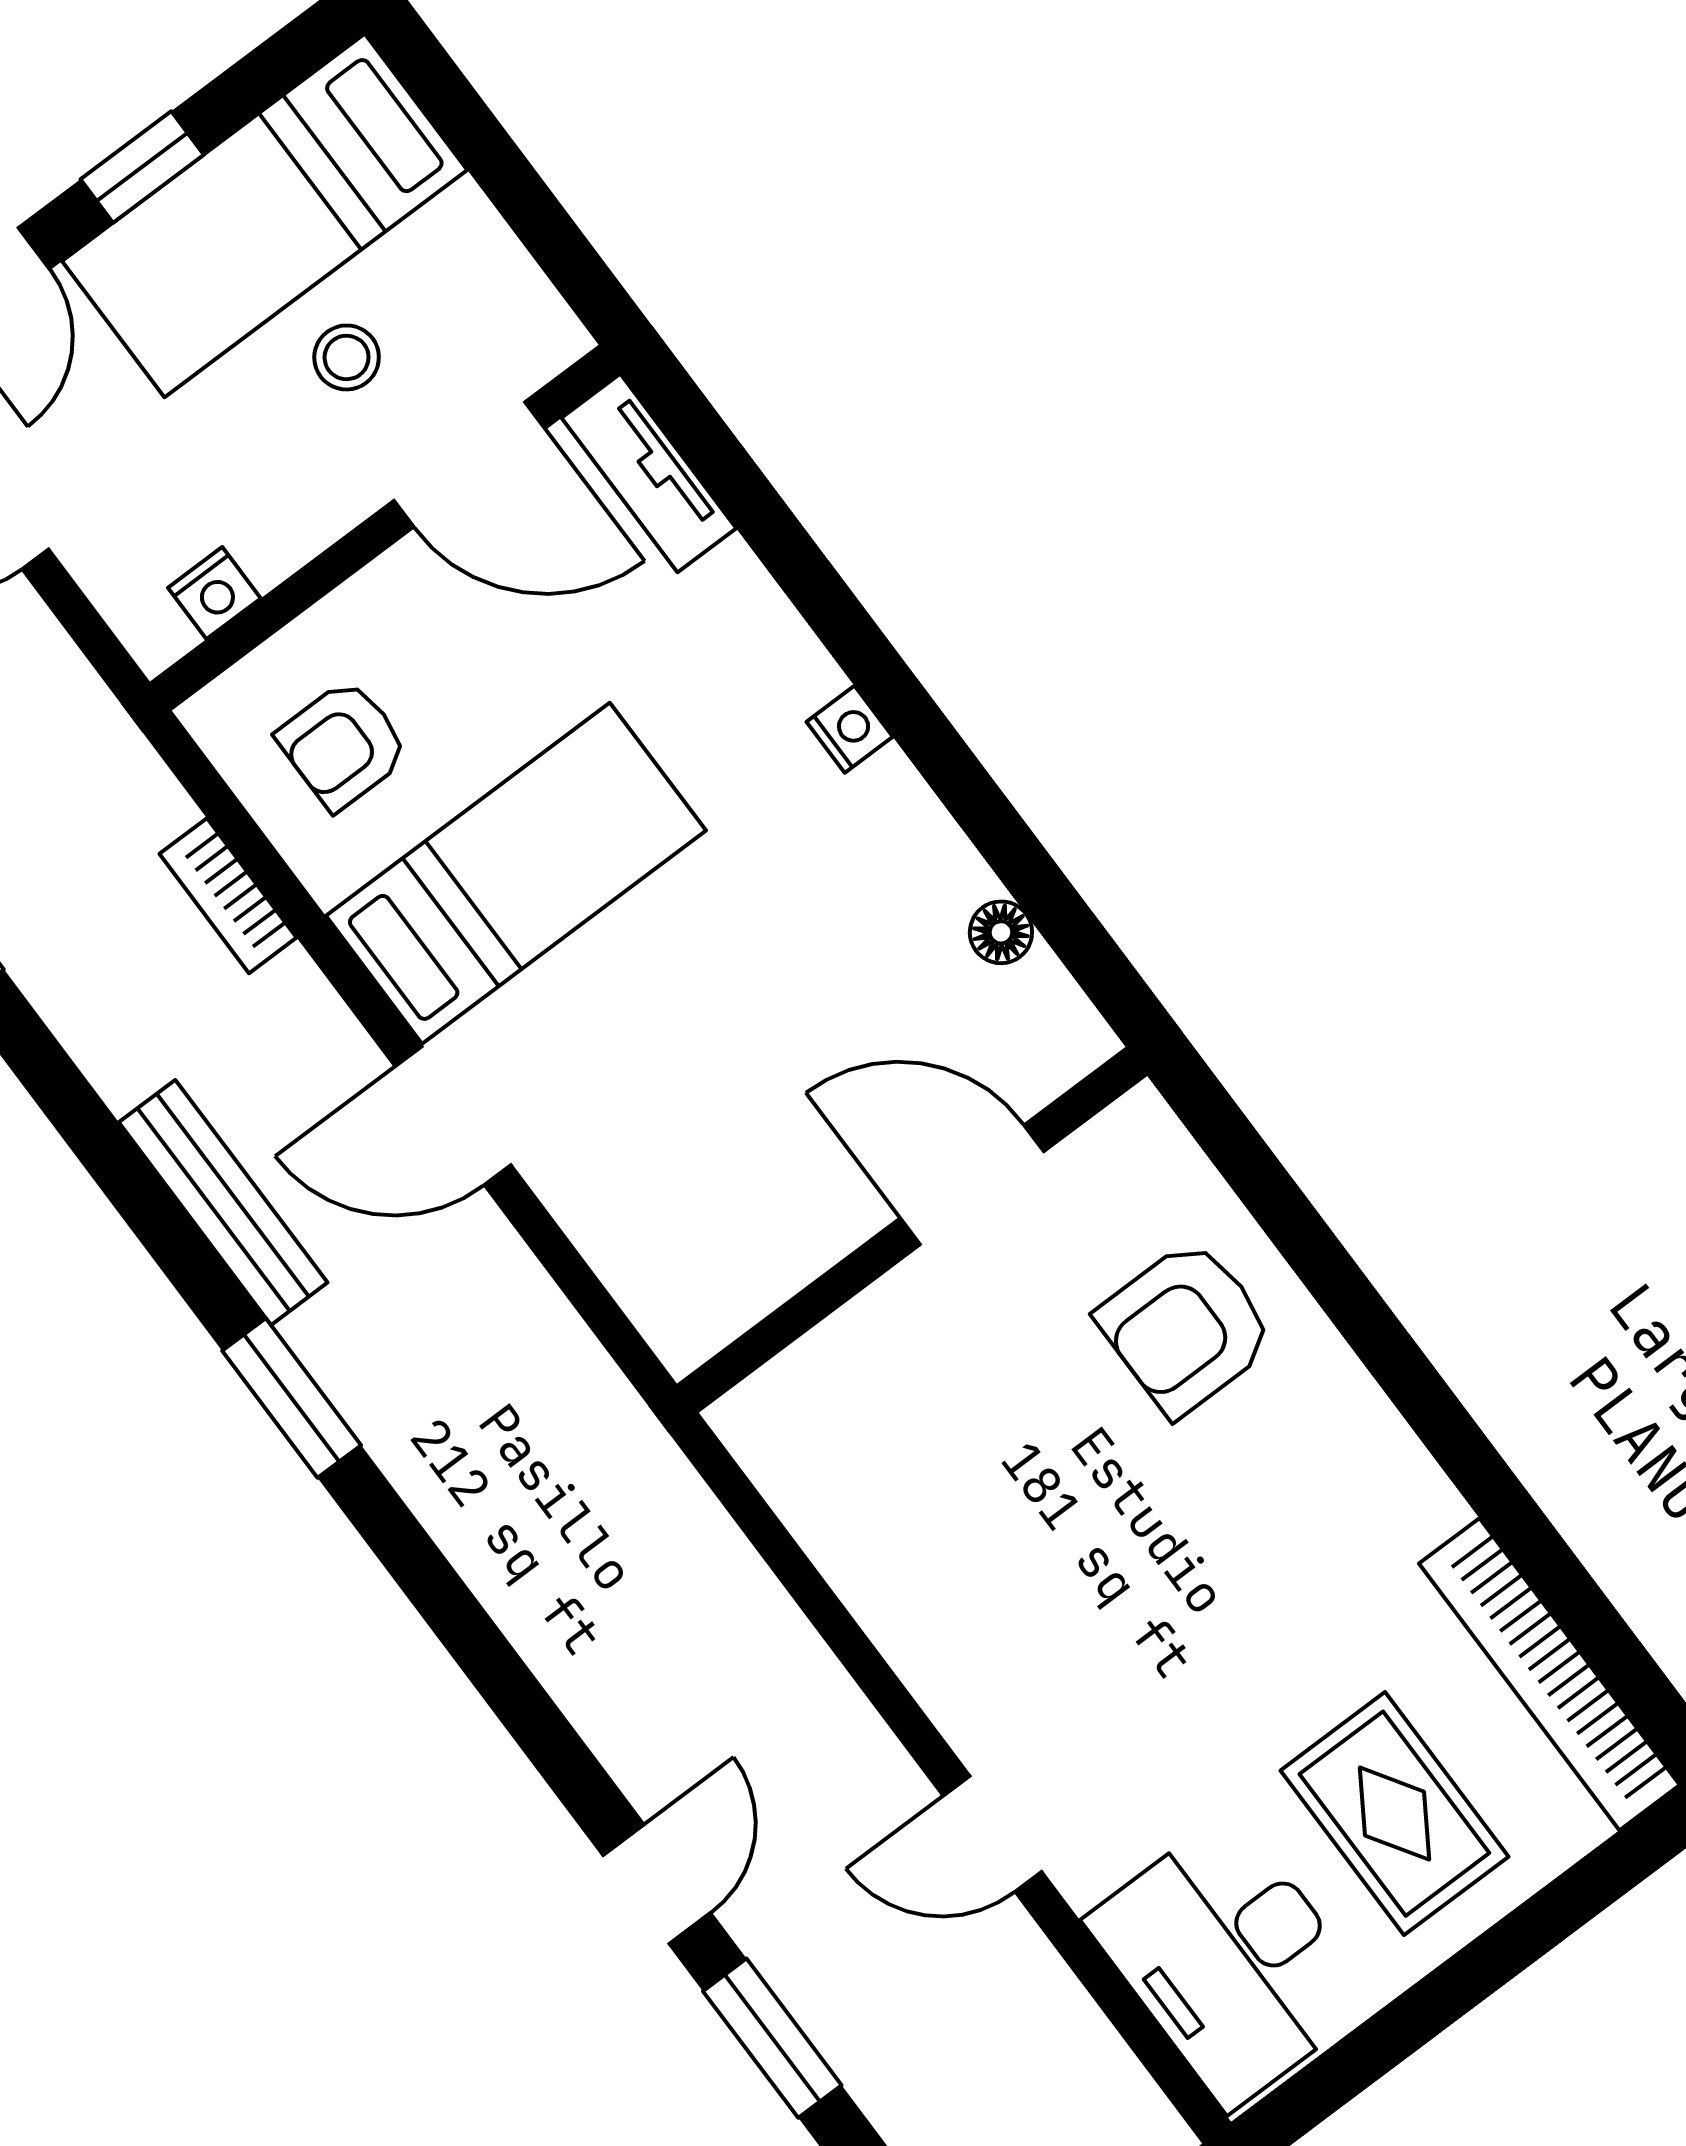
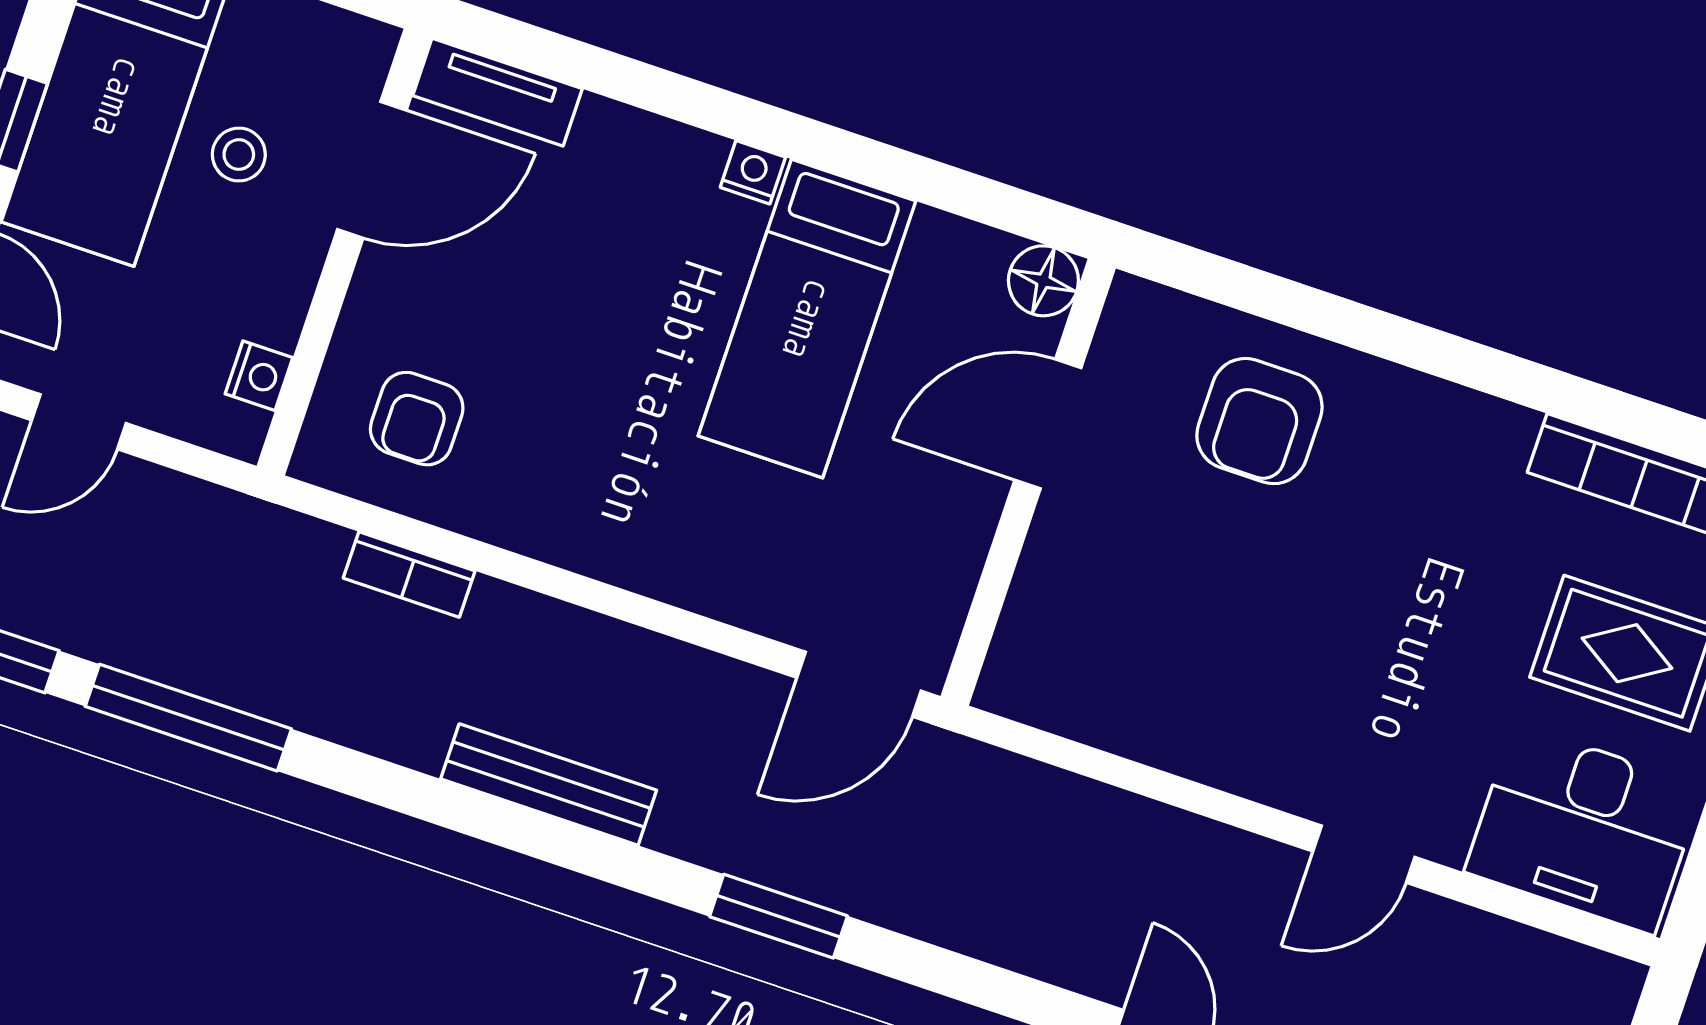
bed: (516, 873) -> (807, 318), moved, turned 180
floor lamp: (1001, 932) -> (1043, 281), moved, width x1.37, depth x1.37
door: (453, 1116) -> (859, 684), moved
window: (292, 1398) -> (778, 916), moved

